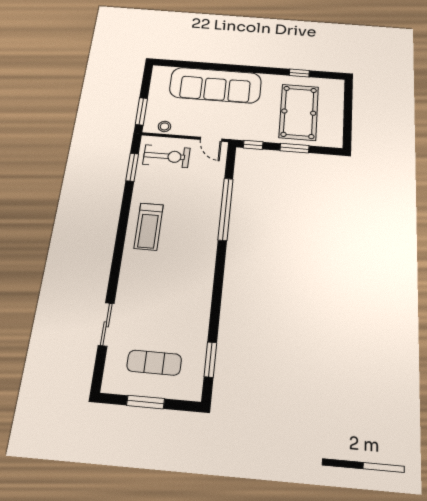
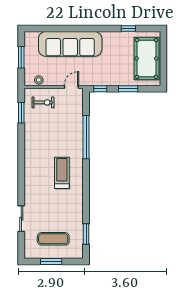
window: (141, 111) -> (21, 57), moved
pool table: (299, 112) -> (146, 58), moved
door: (211, 139) -> (71, 87), swing flipped
exercise bike: (166, 156) -> (43, 102), width x0.73, depth x0.72
treadmill: (149, 226) -> (62, 173), moved, turned 180

